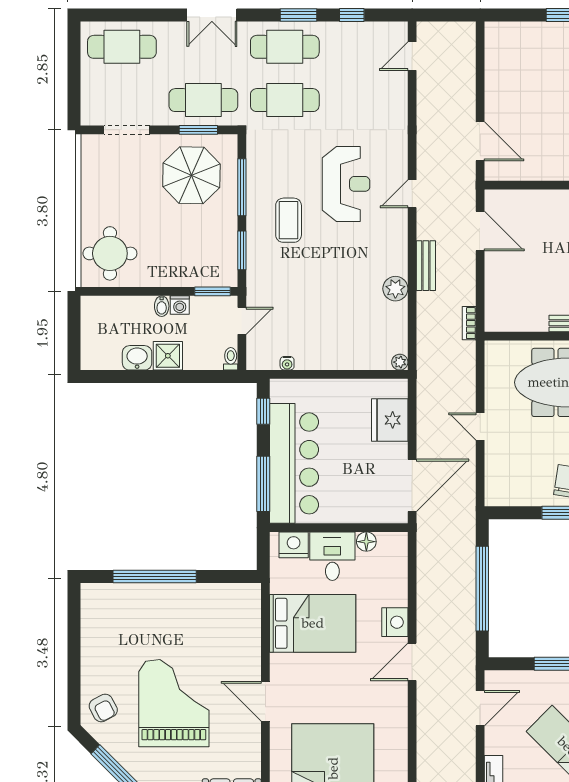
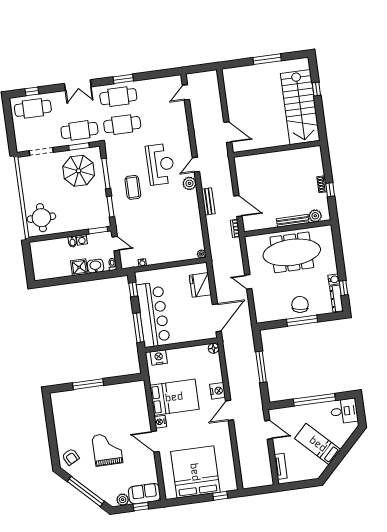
window: (352, 15) -> (32, 91), moved
door: (480, 231) -> (238, 206), moved
plant: (395, 289) -> (189, 183), moved
door: (242, 321) -> (116, 244), hinge flipped
washbasin: (137, 358) -> (96, 266), moved
floor lamp: (366, 542) -> (213, 348), moved
desk: (332, 556) -> (180, 361), removed
window: (155, 577) -> (88, 384), width x0.68
window: (482, 589) -> (261, 367), width x0.68
nightstand: (280, 665) -> (160, 422), added
grand piano: (174, 703) -> (107, 449), width x0.73, depth x0.68
door: (480, 708) -> (269, 430), hinge flipped

